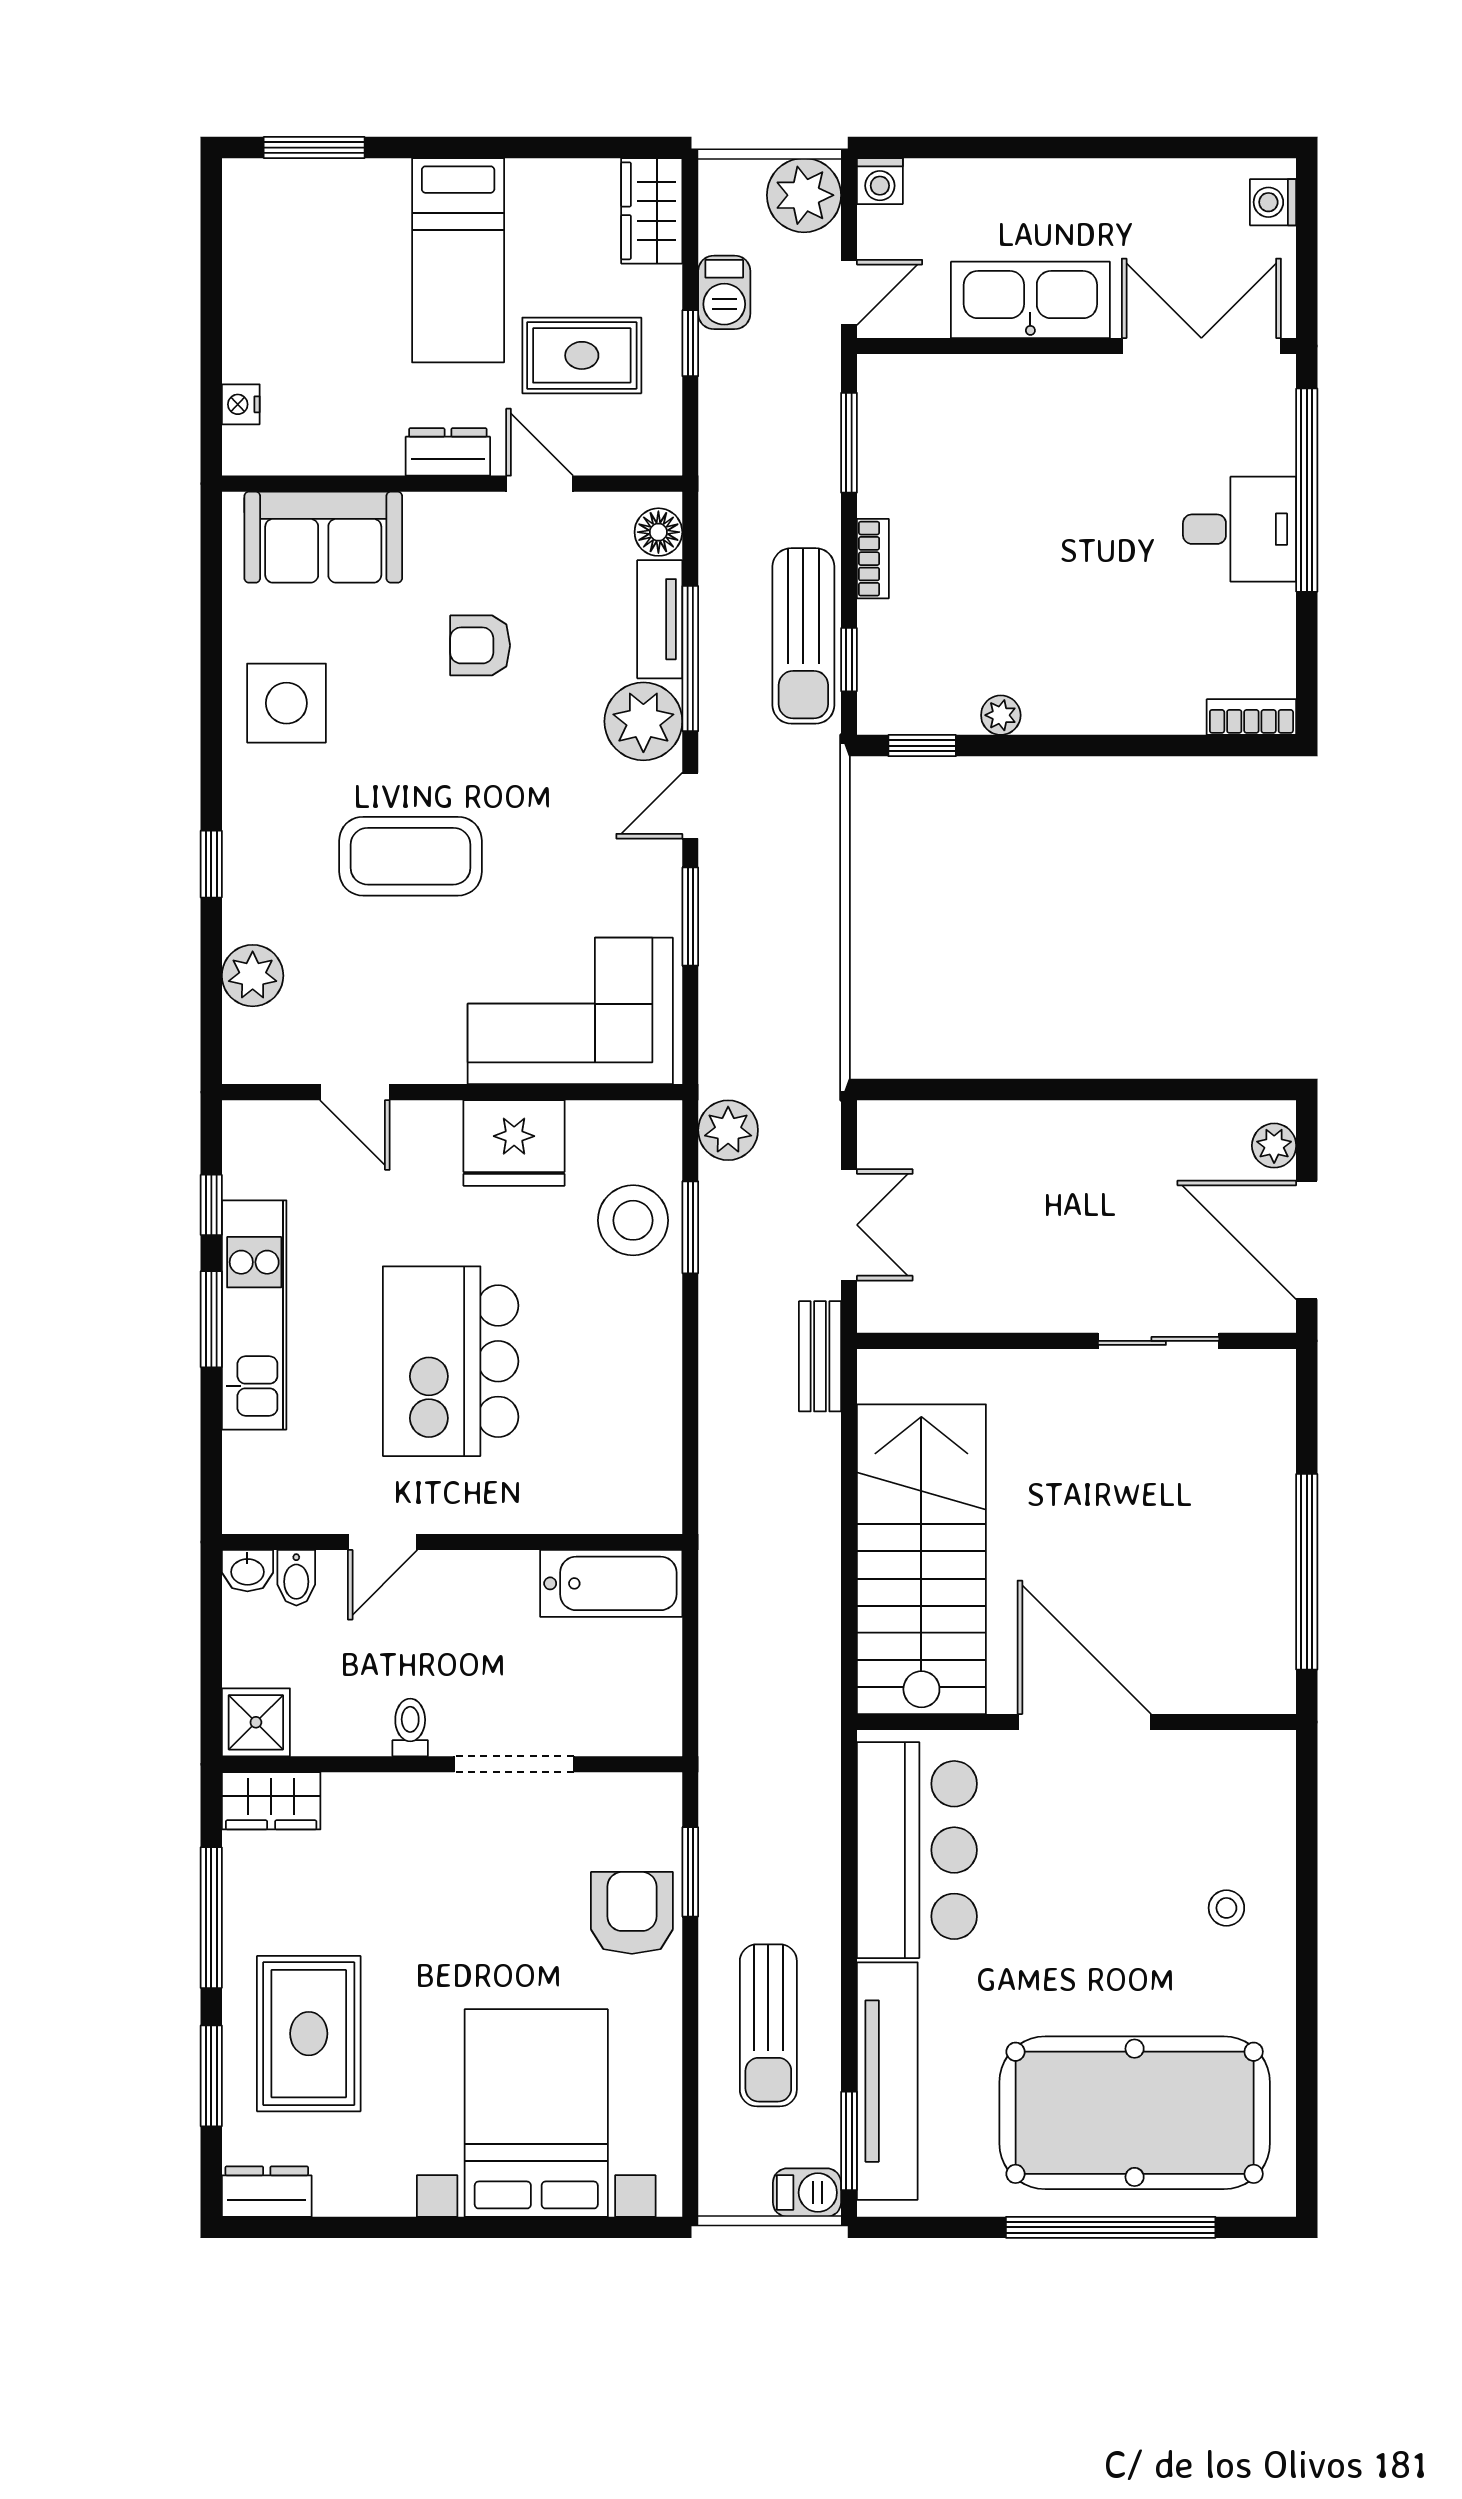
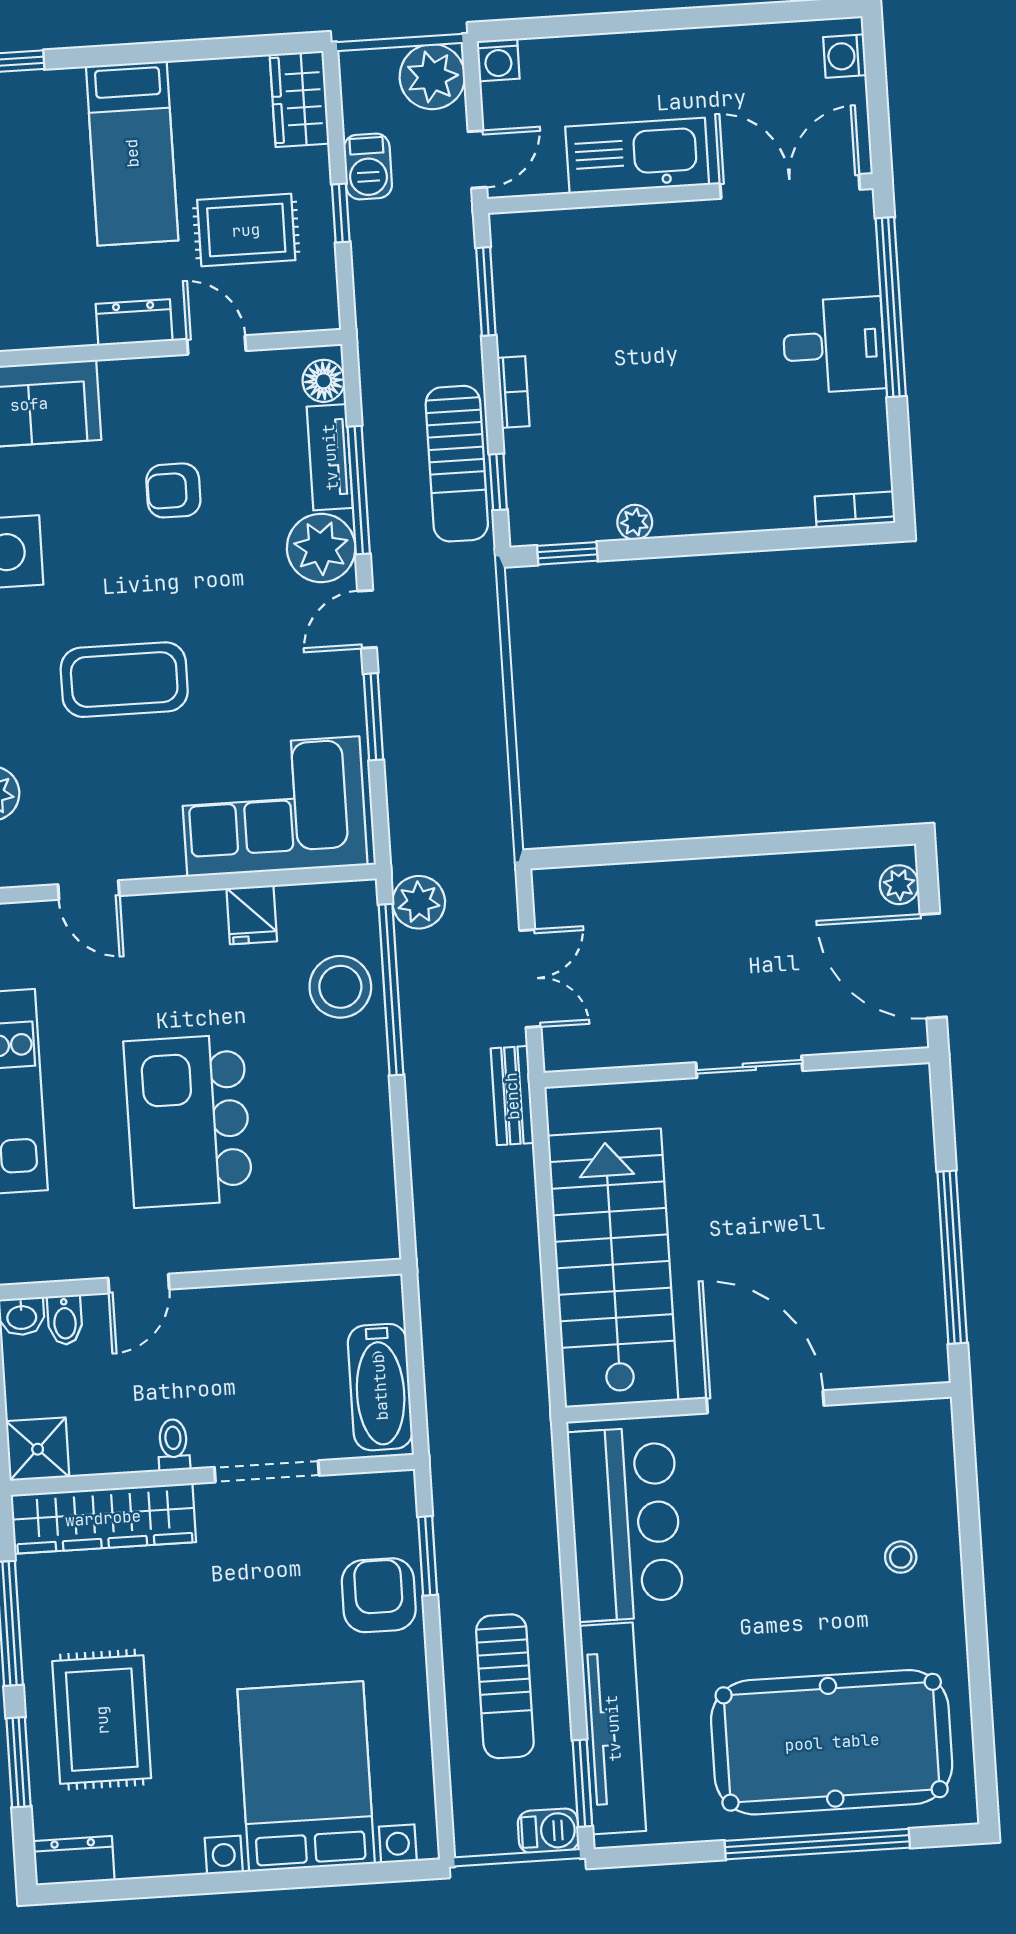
fridge: (514, 1143) -> (252, 915), width x0.53, depth x0.75
window: (690, 1227) -> (391, 990), width x2.11
sliding door: (1159, 1341) -> (749, 1067), moved
bathtub: (611, 1583) -> (380, 1387), moved, turned 90
wardrobe: (271, 1801) -> (103, 1518), width x2.10, depth x1.17

